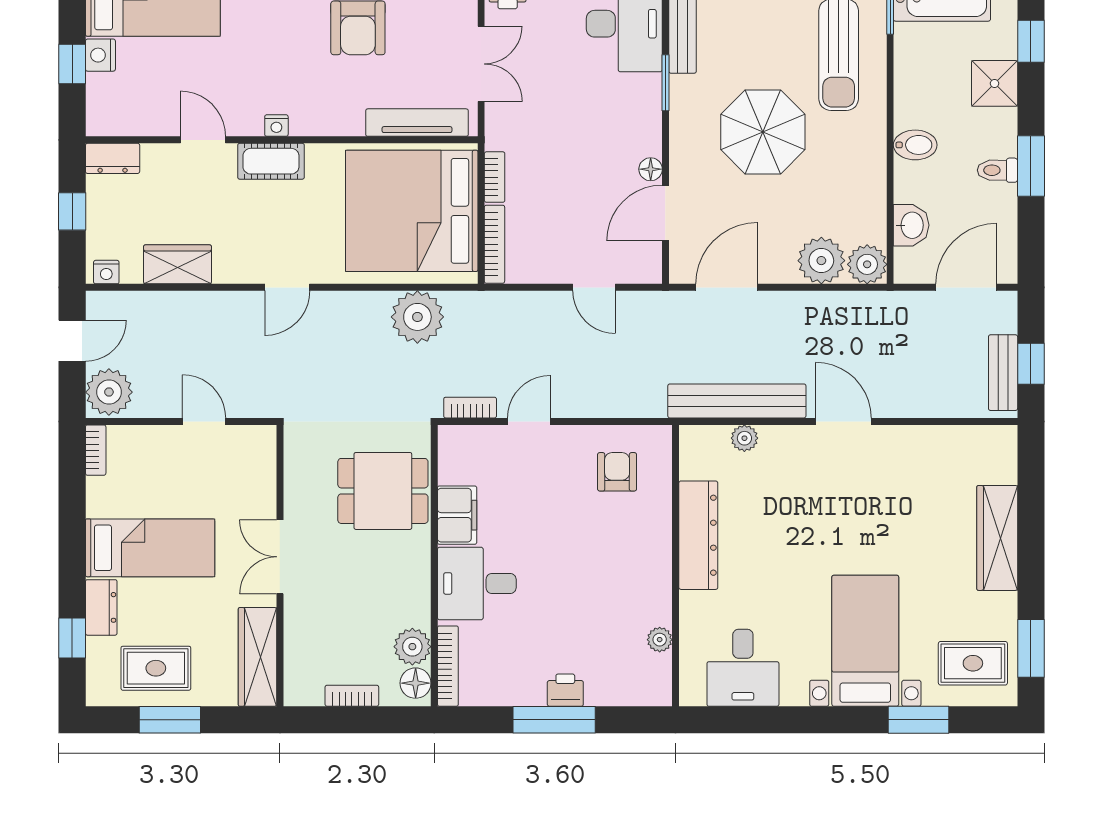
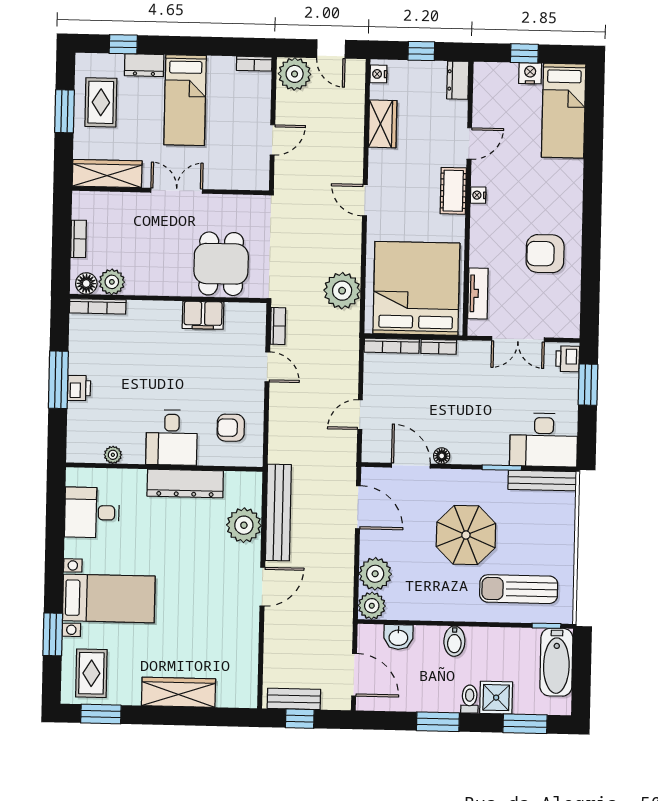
window: (1031, 41) -> (525, 724), width x1.50
tv unit: (417, 123) -> (478, 293), width x0.71
toilet: (998, 170) -> (470, 699), moved
plant: (744, 438) -> (244, 525), width x1.87, depth x1.87
armchair: (617, 472) -> (231, 428), turned 180
desk: (477, 583) -> (172, 437), moved, turned 180

